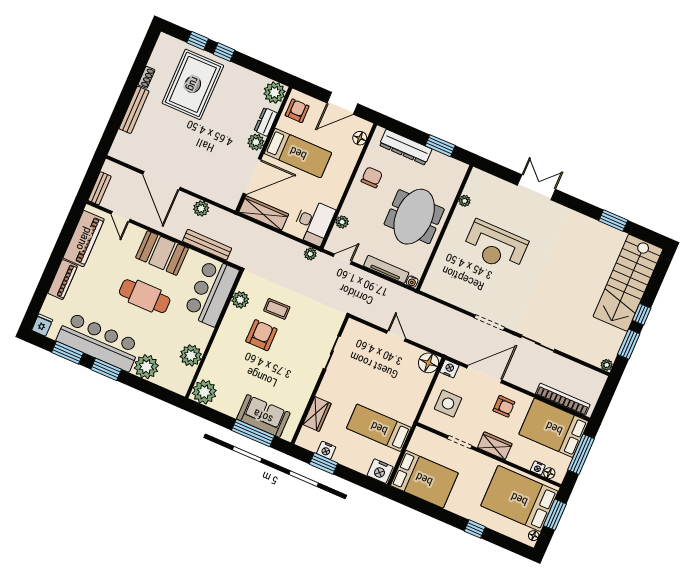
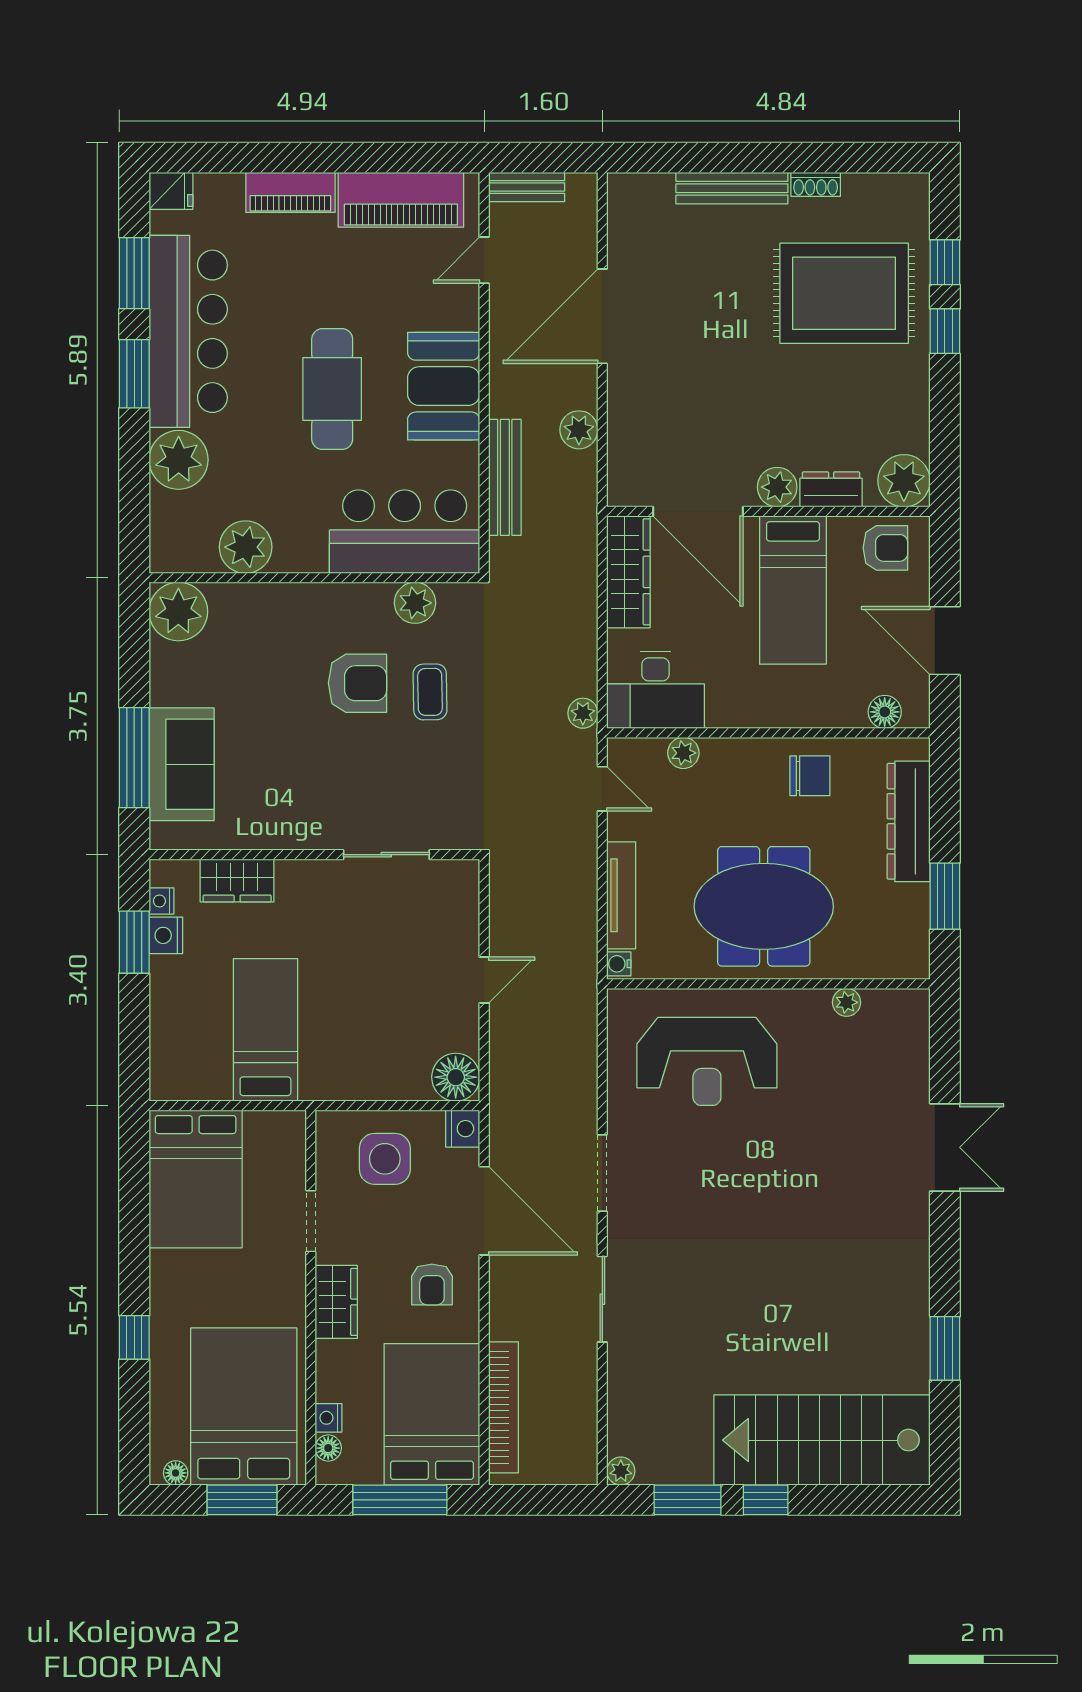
reception desk: (495, 246) -> (707, 1061), moved, turned -90
nightstand: (380, 471) -> (161, 901), moved, width x0.53, depth x0.56

